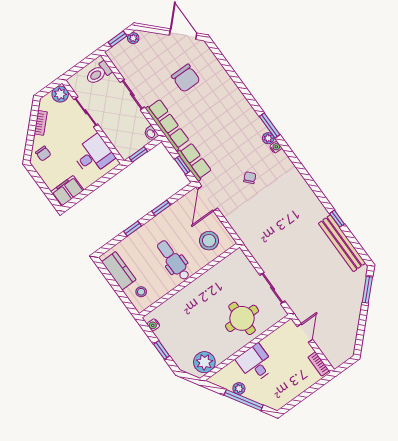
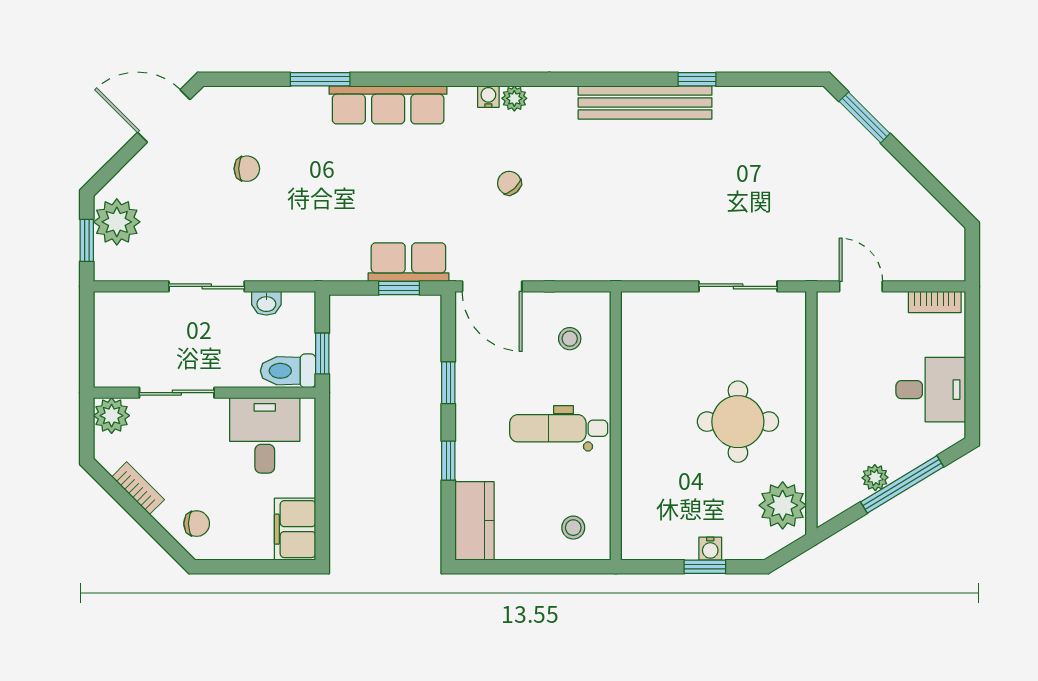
plant: (133, 38) -> (117, 222), width x1.87, depth x1.87
toilet: (99, 73) -> (288, 371), moved, turned 90
chair: (186, 78) -> (247, 169), width x0.54, depth x0.54
row of seats: (167, 125) -> (388, 105), moved, turned 180
window: (270, 125) -> (320, 79), moved
washbasin: (151, 133) -> (266, 303), moved
plant: (268, 138) -> (514, 98), moved
stool: (209, 241) -> (570, 339), width x0.53, depth x0.53
bench: (342, 243) -> (645, 102), moved
kitchen counter: (119, 271) -> (474, 521), moved, turned 90
round table: (242, 318) -> (738, 422), moved
water cooler: (153, 325) -> (710, 549), moved
desk: (255, 363) -> (931, 390), moved, turned 180

